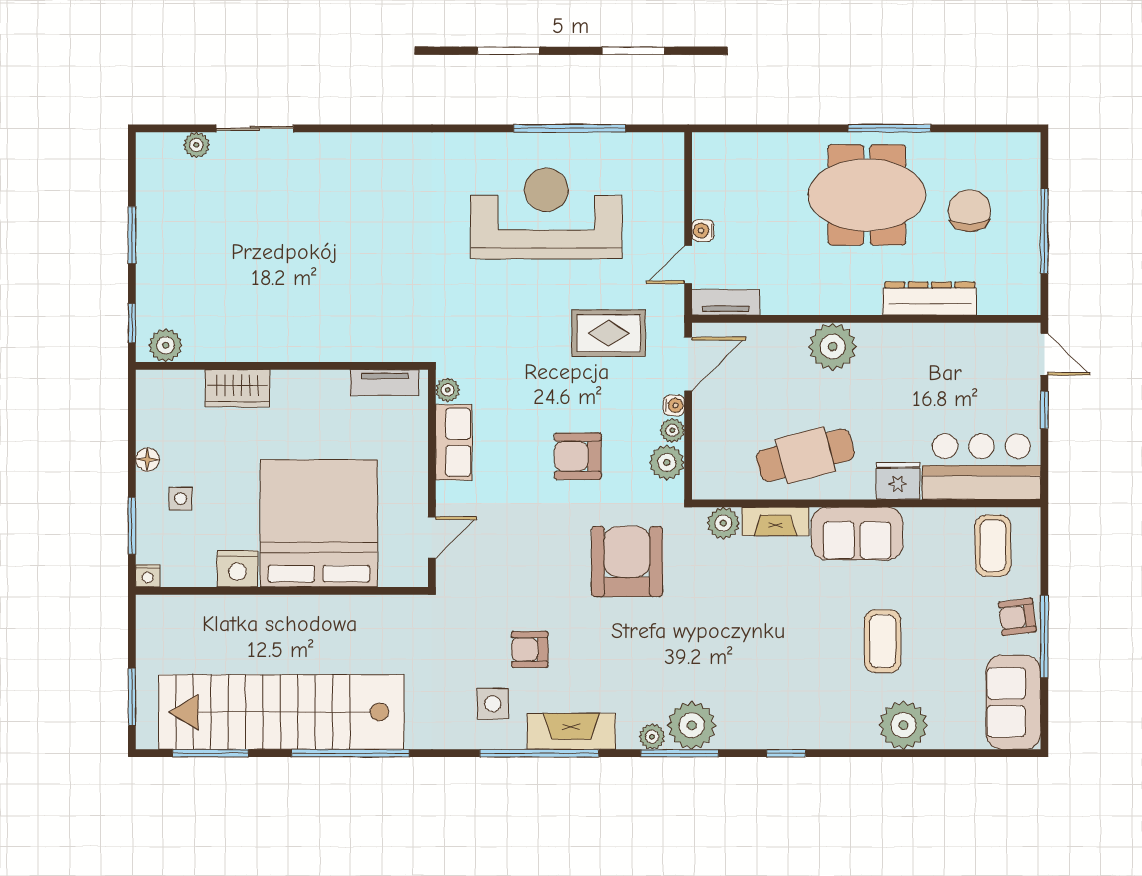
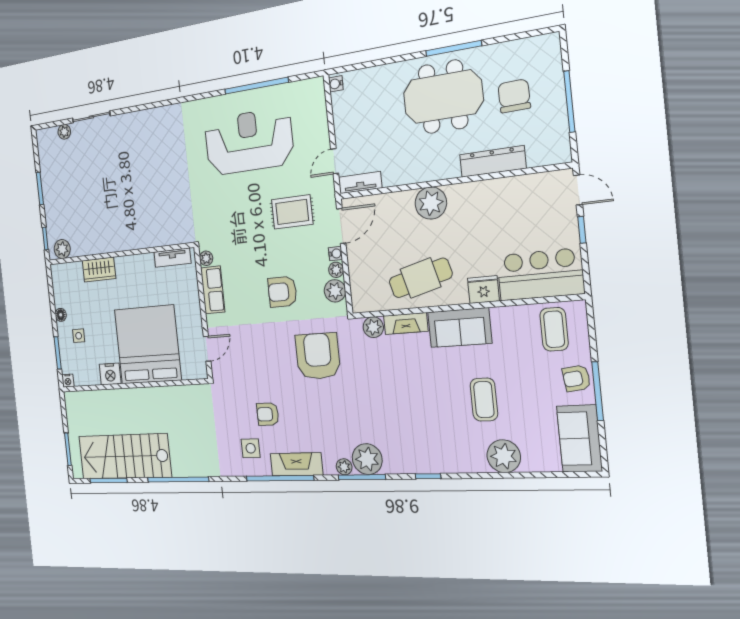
water cooler: (703, 231) -> (336, 84), moved
stairs: (281, 712) -> (124, 456), width x0.73

